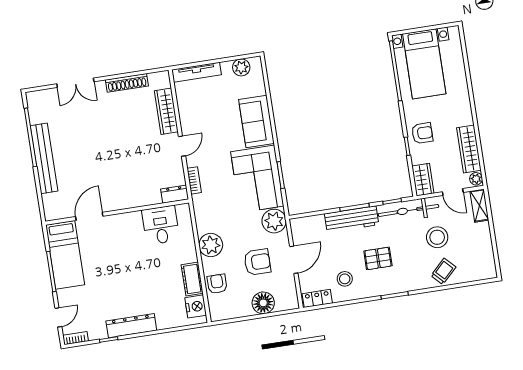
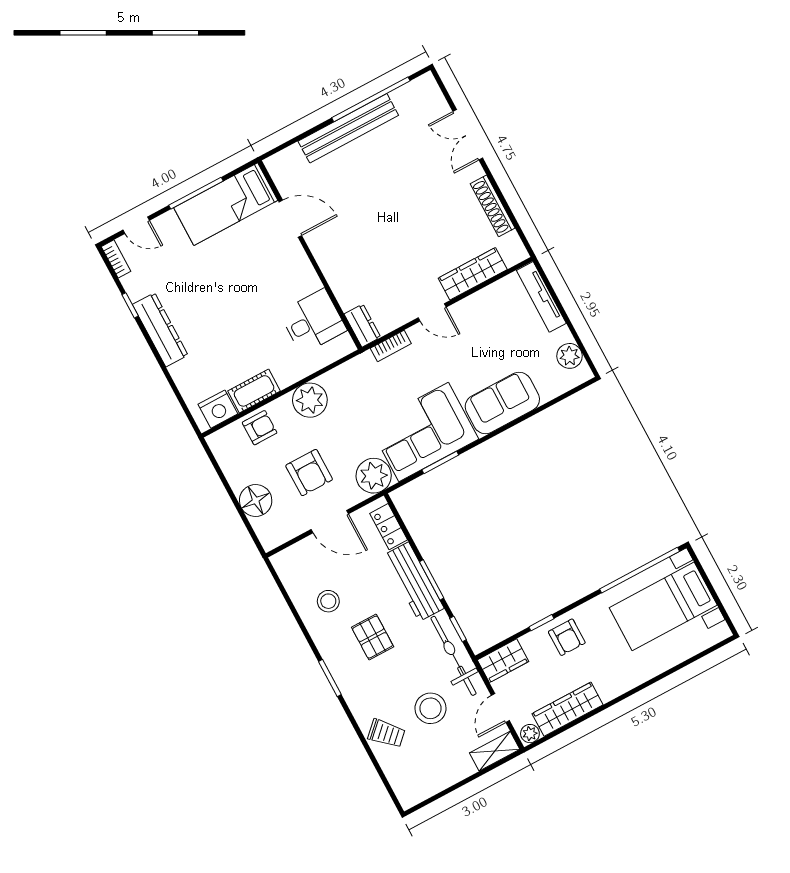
locker: (317, 298) -> (389, 527), moved, turned 180

